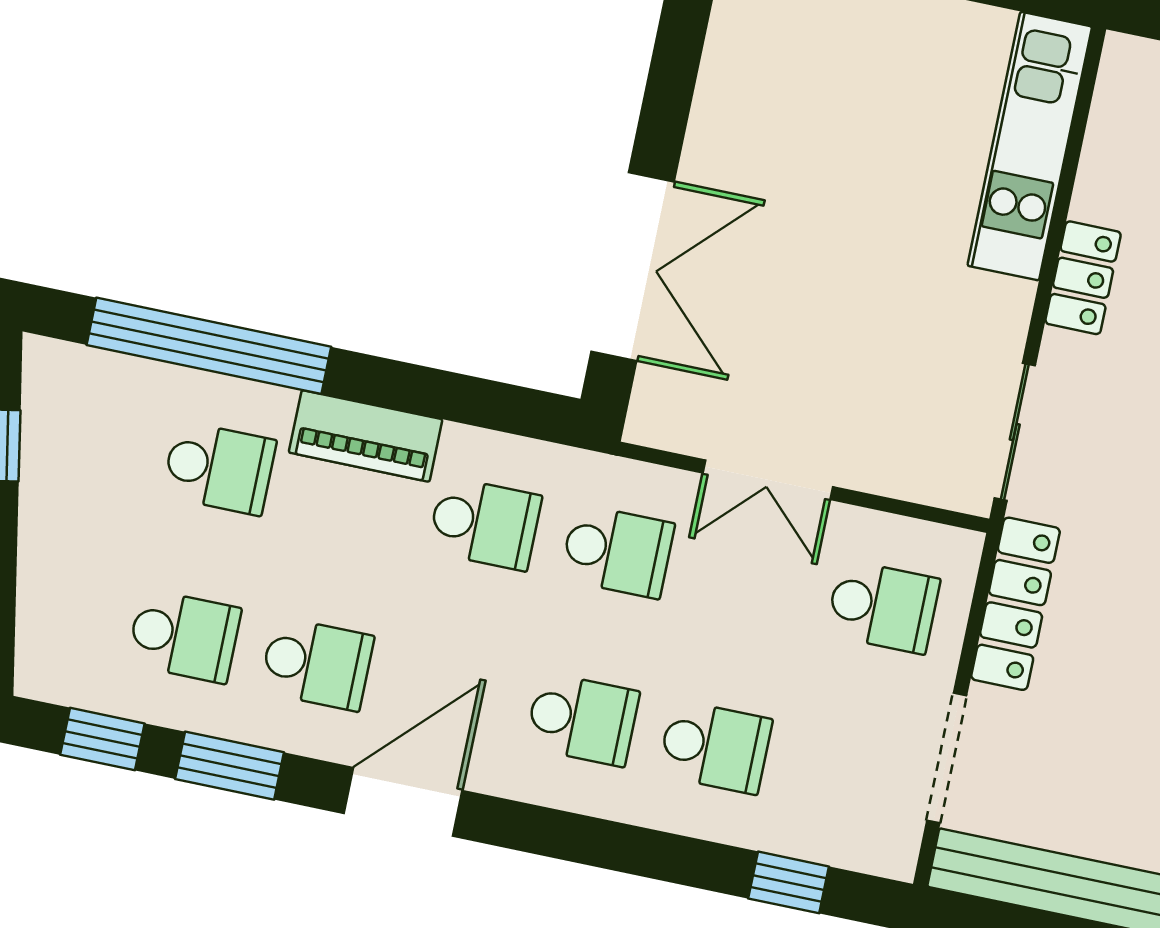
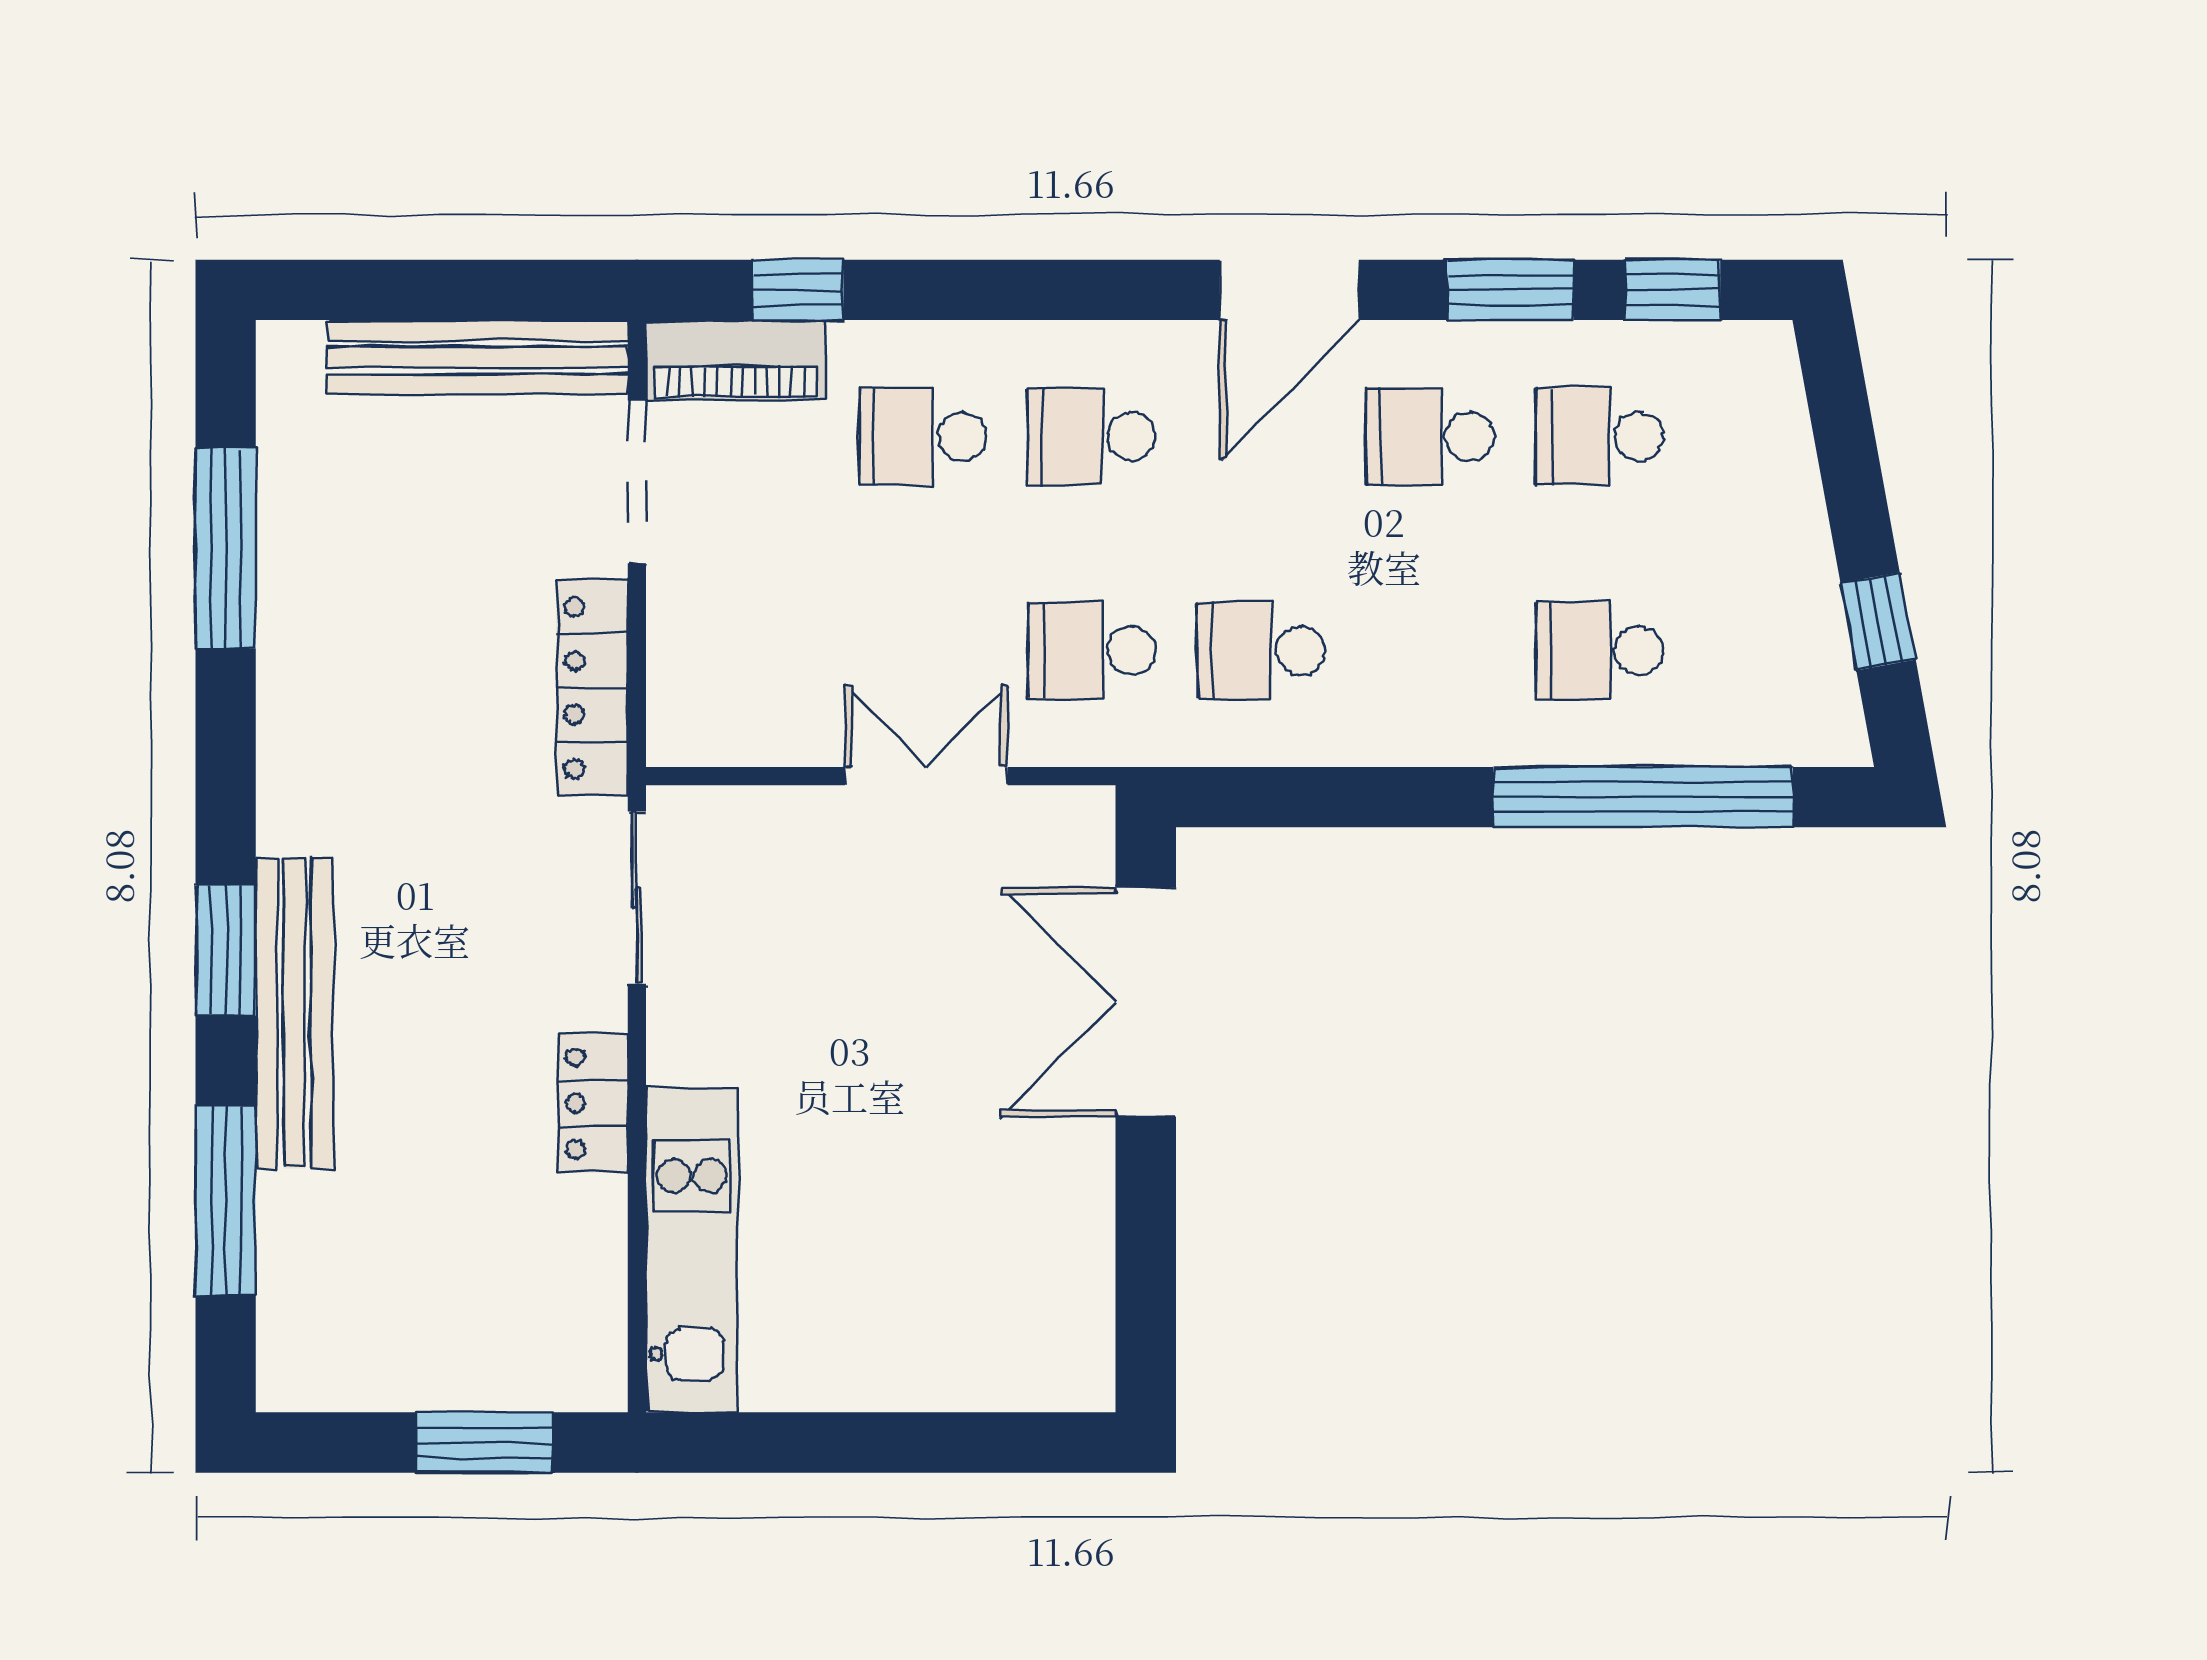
piano: (366, 436) -> (736, 360), moved, turned 180
school desk: (883, 607) -> (753, 651), removed

